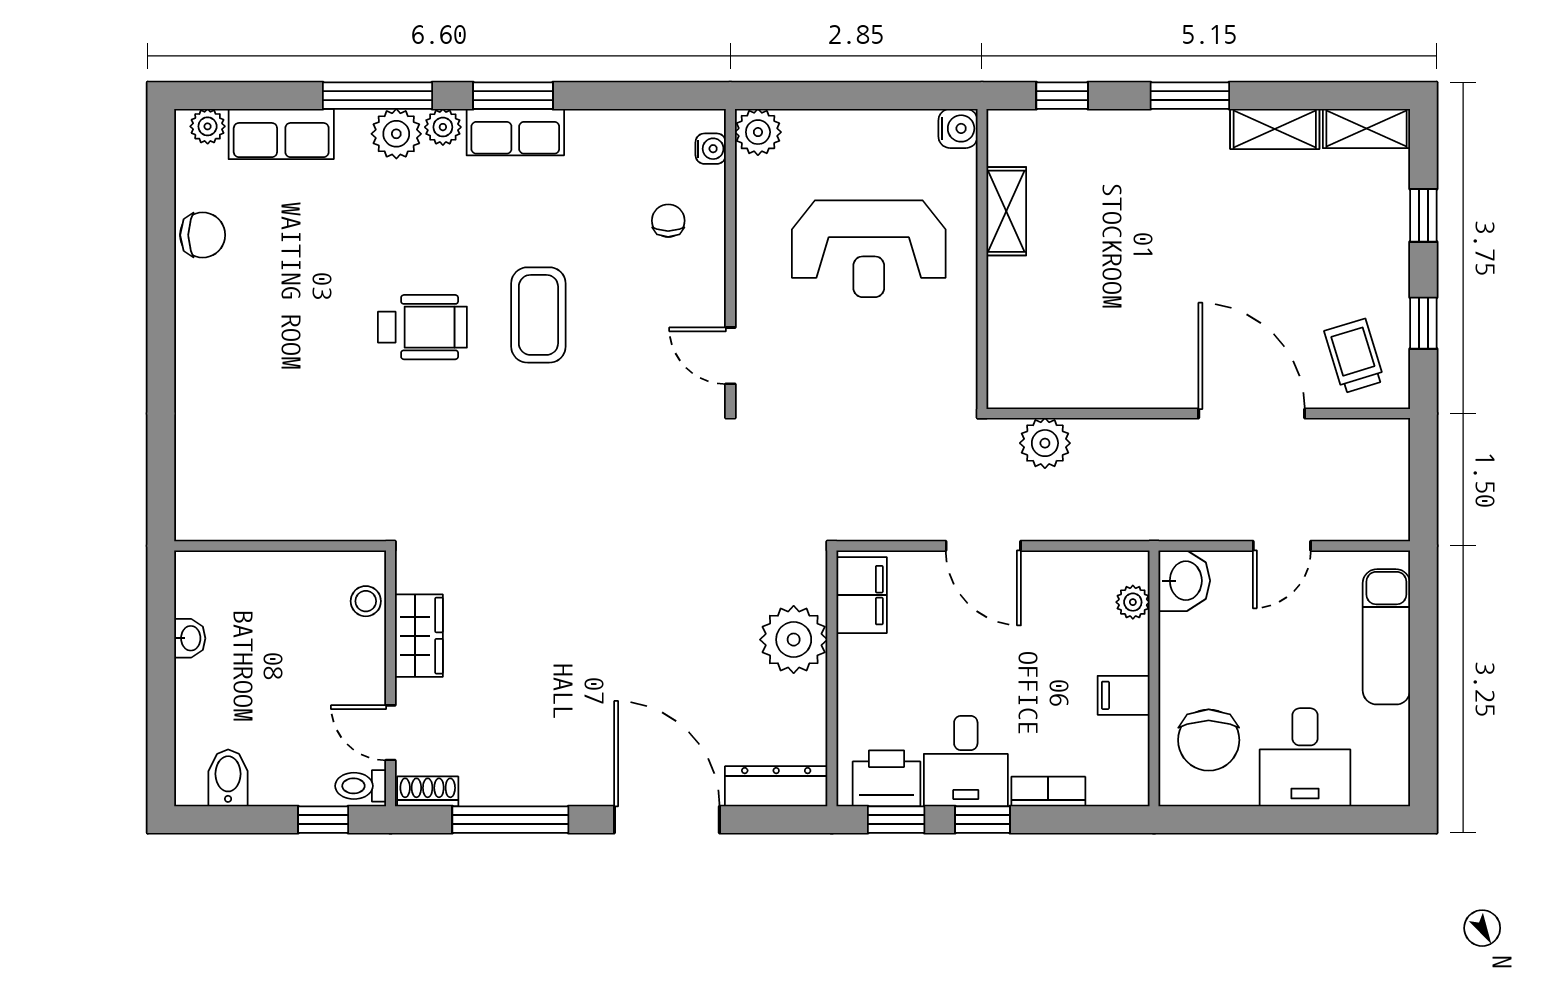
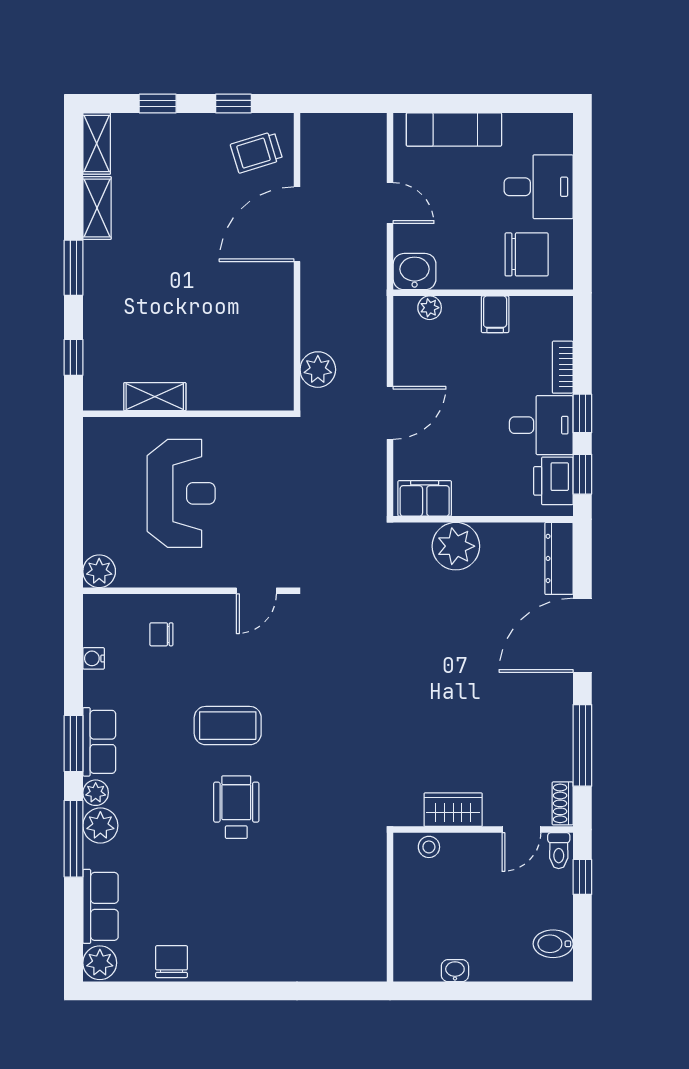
plant: (208, 126) -> (100, 963), width x1.38, depth x1.38
water cooler: (958, 128) -> (97, 431), removed
water cooler: (711, 149) -> (94, 658), moved, turned -90

